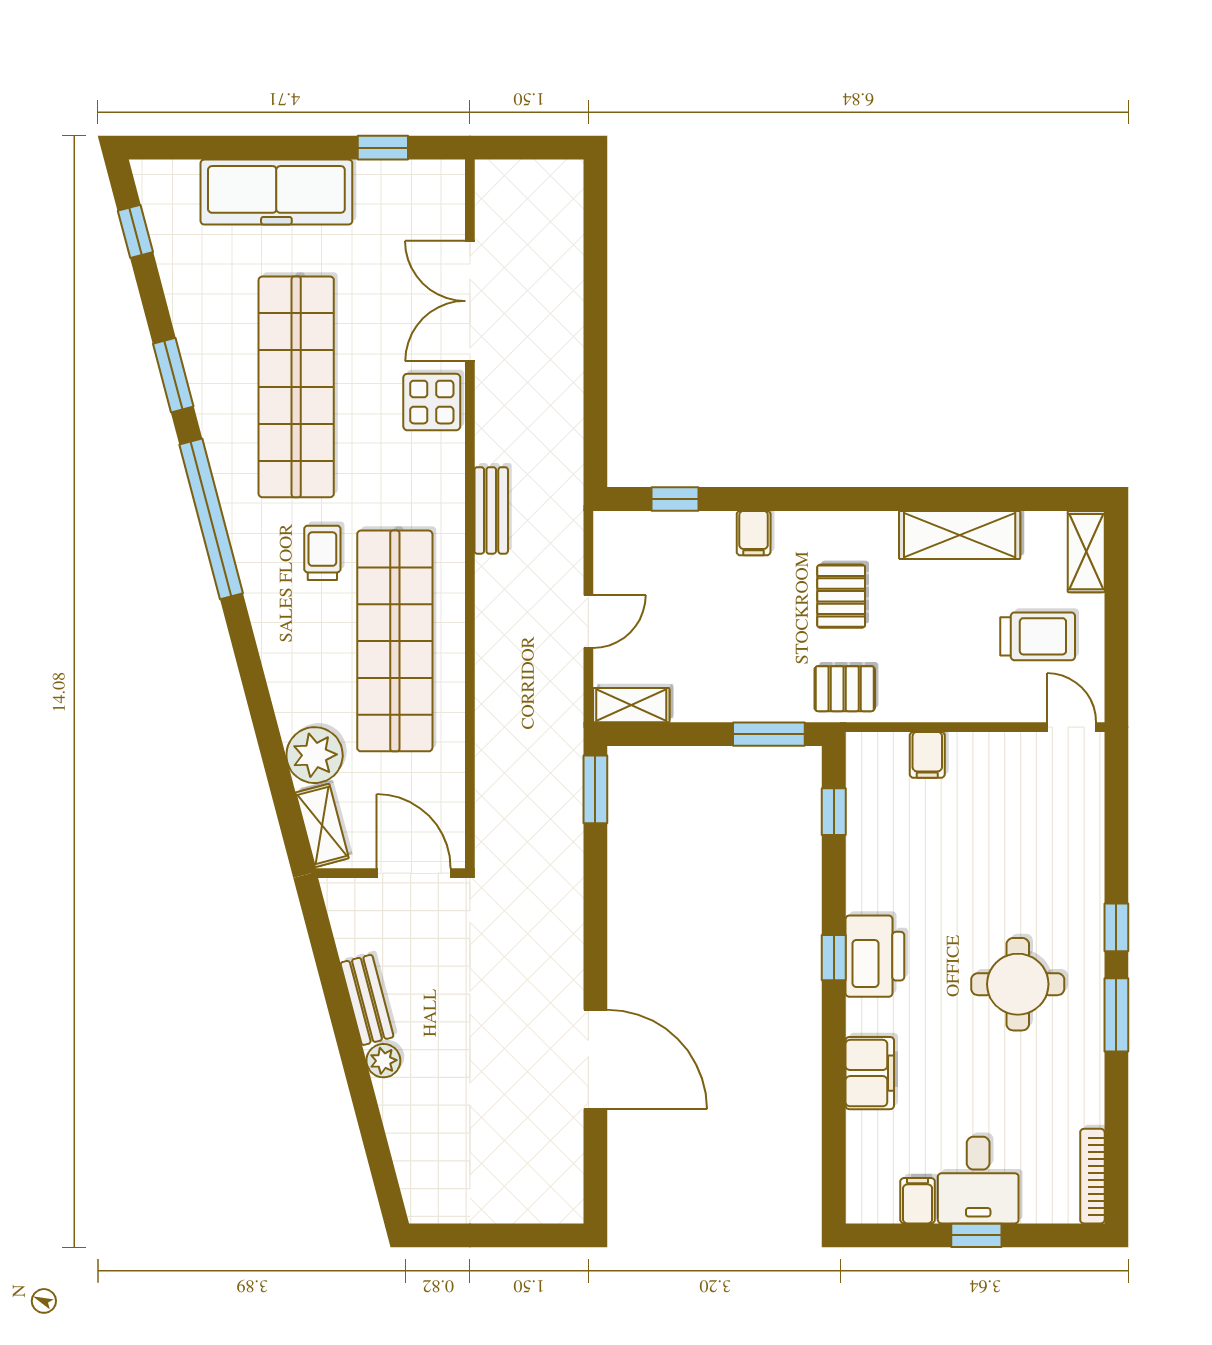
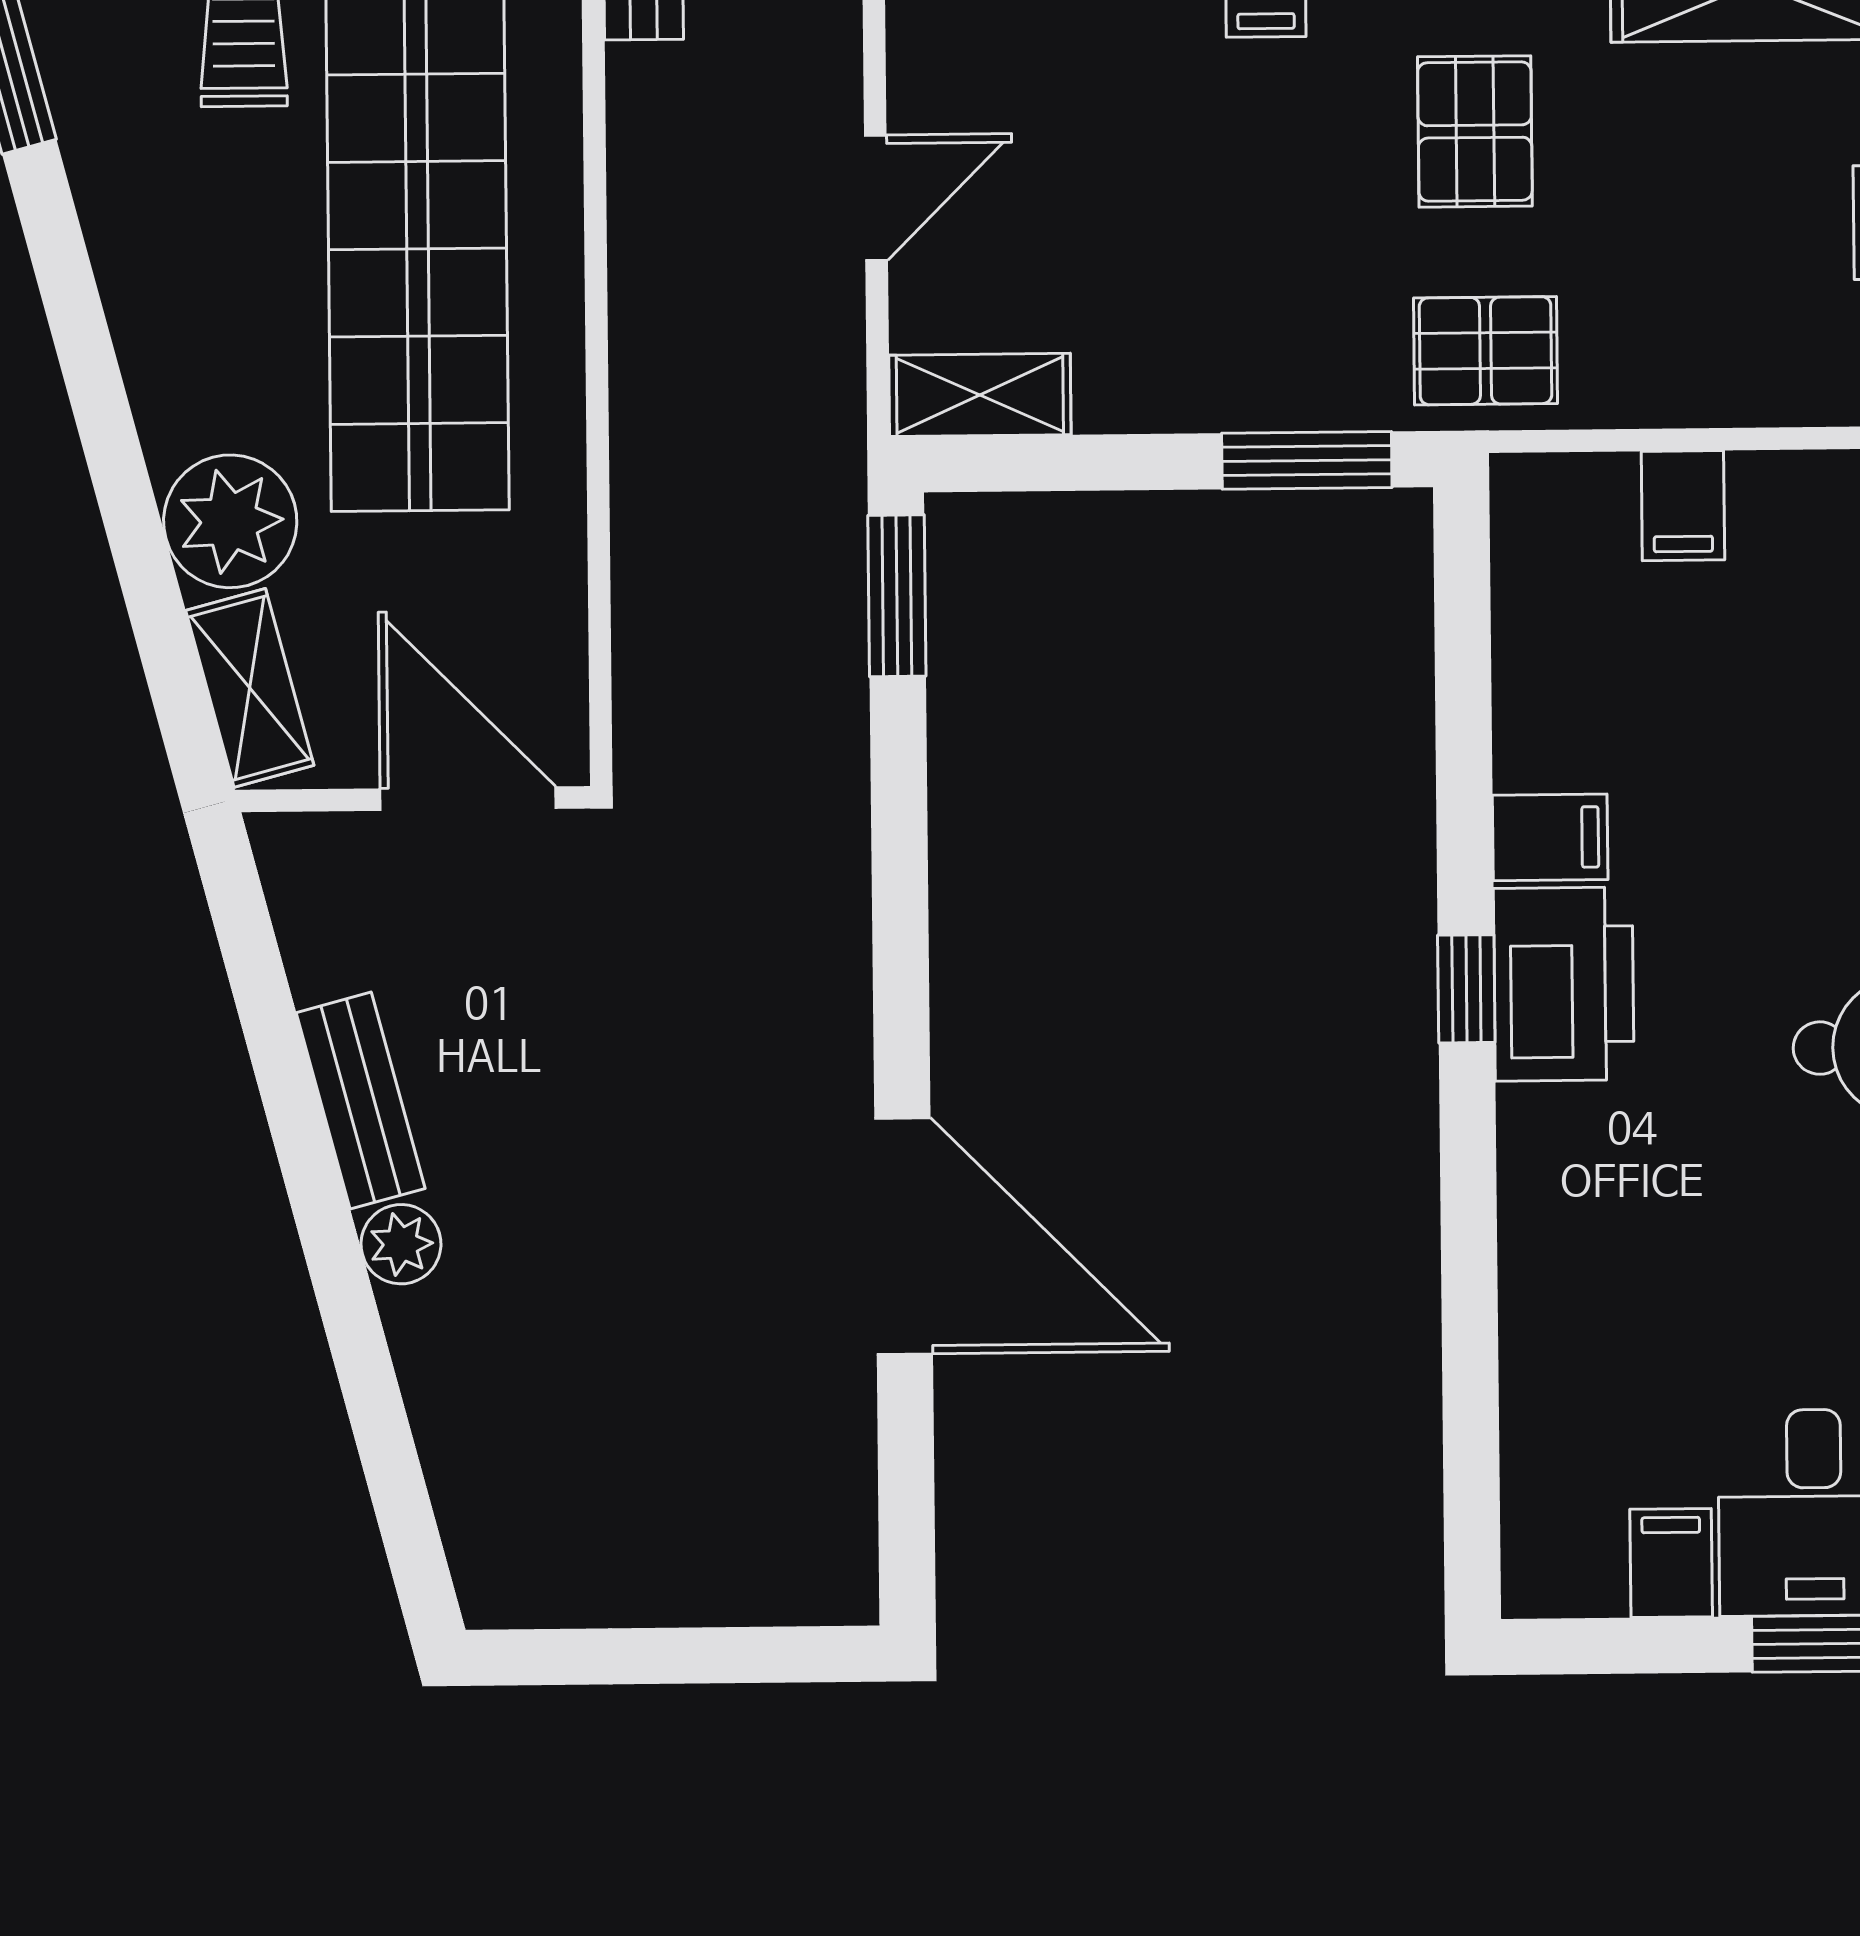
window: (834, 812) -> (1463, 643), removed
filing cabinet: (870, 1073) -> (1550, 837), moved, width x0.50

